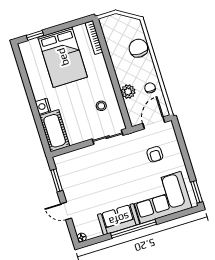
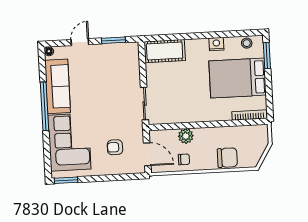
window: (35, 35) -> (267, 55), width x1.50
nightstand: (43, 106) -> (216, 44), moved
stool: (101, 106) -> (247, 43), moved
sofa: (119, 219) -> (58, 86), width x1.36

